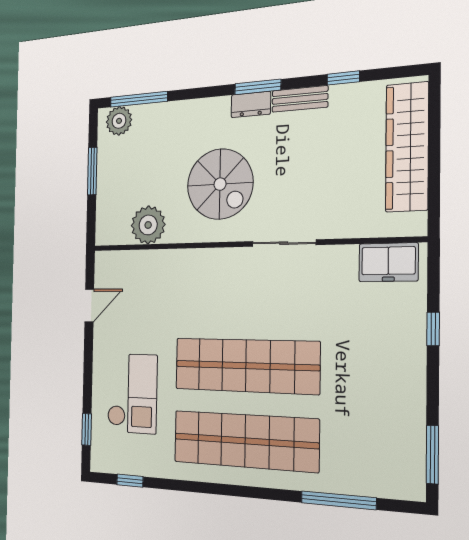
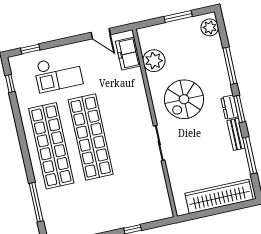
window: (343, 78) -> (250, 155), width x2.17
window: (139, 99) -> (230, 66), moved
freezer: (388, 262) -> (128, 54), moved

